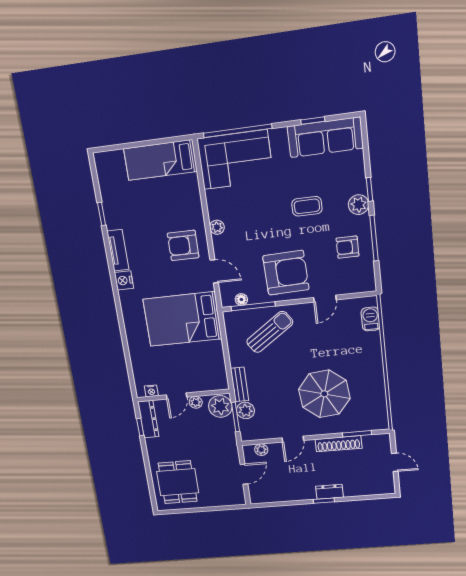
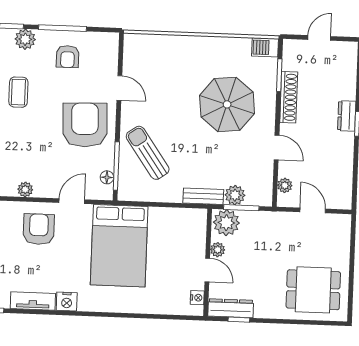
armchair: (183, 245) -> (39, 229), turned 180
barbecue: (371, 319) -> (265, 47), moved

